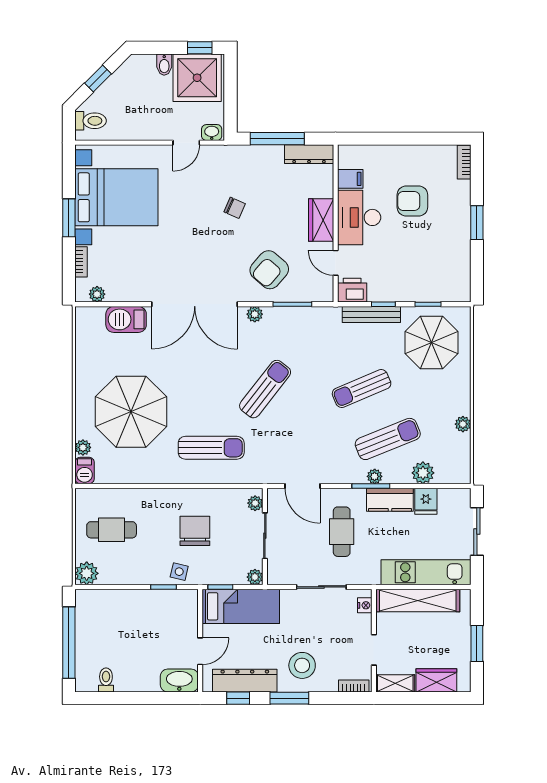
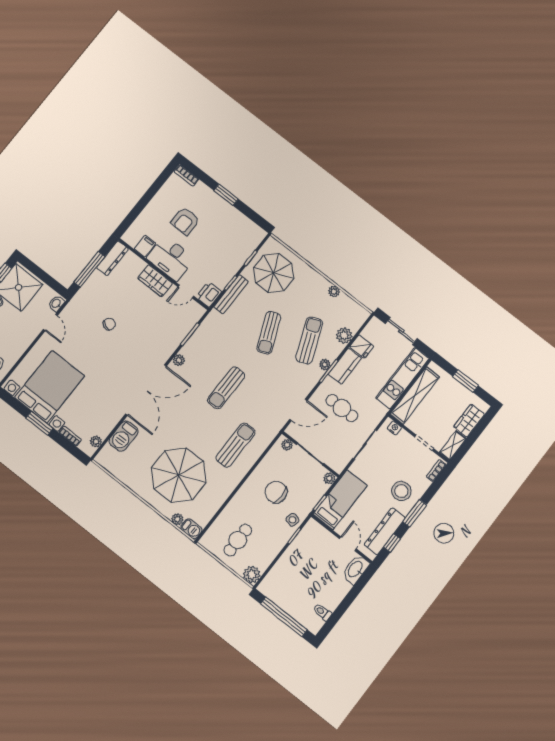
armchair: (269, 270) -> (160, 332), removed
sun lounger: (265, 389) -> (226, 388), turned -128

